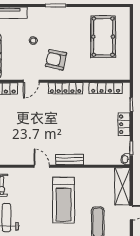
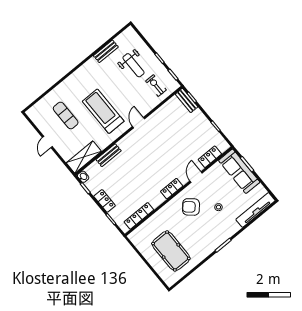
armchair: (56, 60) -> (191, 207), turned -151
locker: (65, 88) -> (172, 189), width x0.66
bench: (70, 160) -> (109, 155), moved
door: (42, 166) -> (139, 123), swing flipped
shelving: (122, 186) -> (84, 157), moved, turned 90

